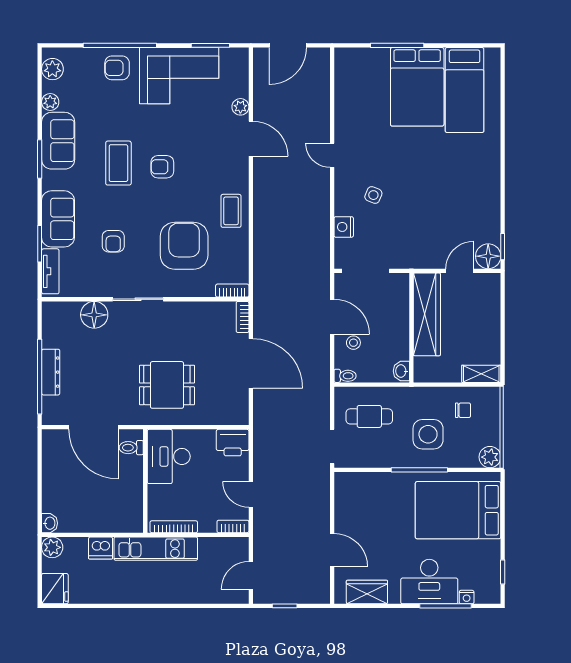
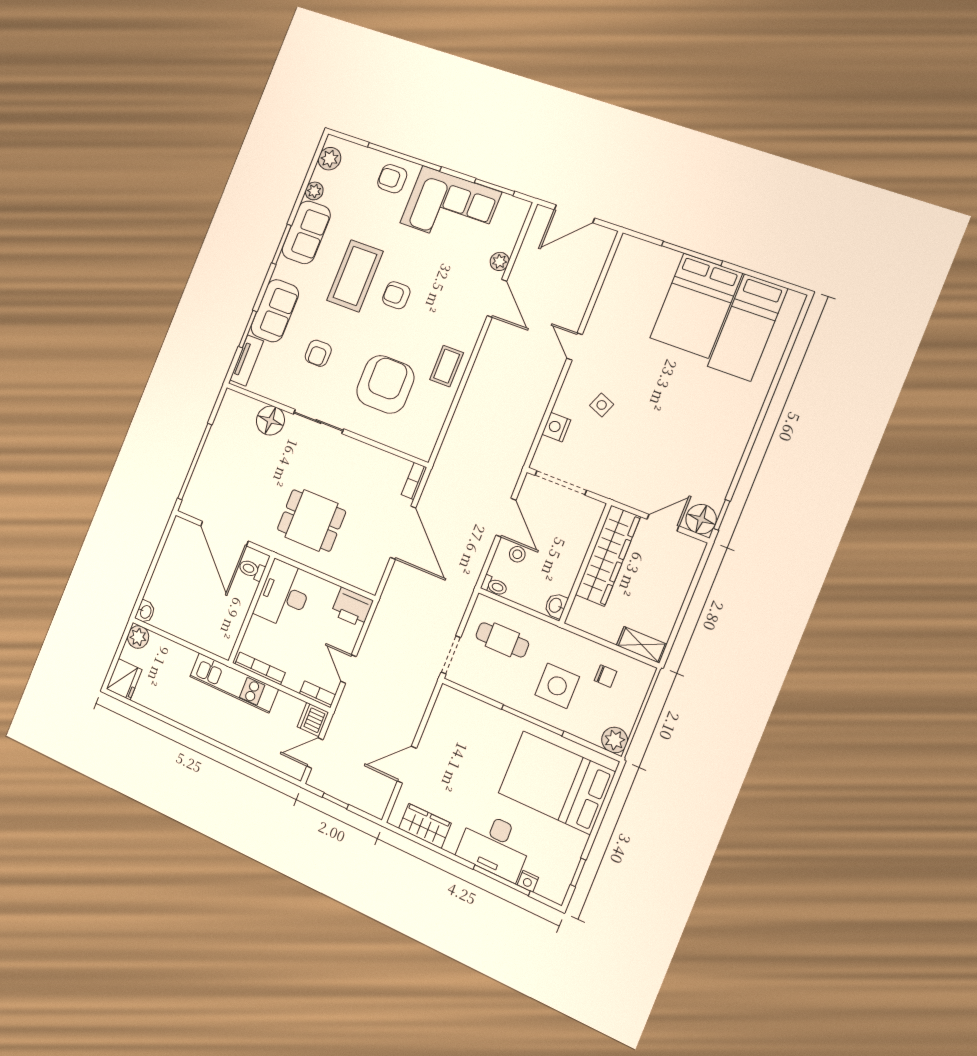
coffee table: (118, 163) -> (355, 276), width x1.36, depth x1.32
bookcase: (232, 291) -> (415, 449), removed
dresser: (51, 372) -> (207, 461), removed
dishwasher: (101, 548) -> (313, 720), moved, turned 90
door: (332, 550) -> (407, 765), swing flipped

